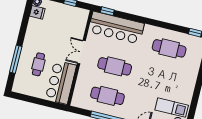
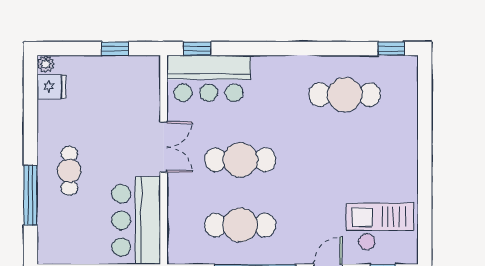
bar counter: (116, 28) -> (209, 78), width x0.73
double door: (81, 52) -> (164, 147), swing flipped
cafe table: (38, 64) -> (69, 171), moved

